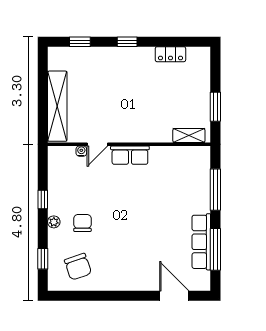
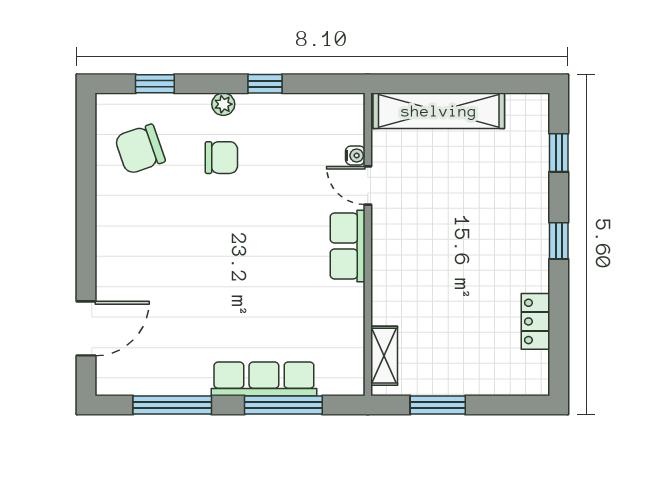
row of seats: (201, 242) -> (264, 379), moved

